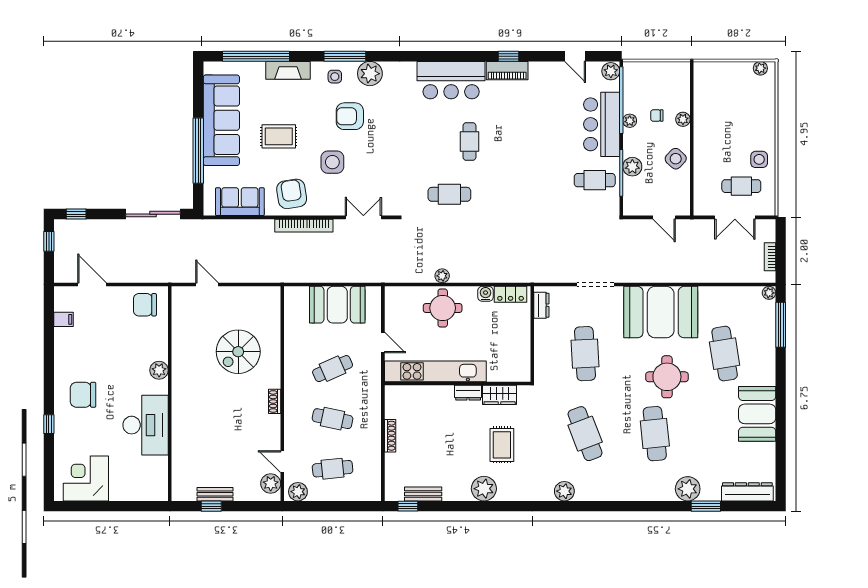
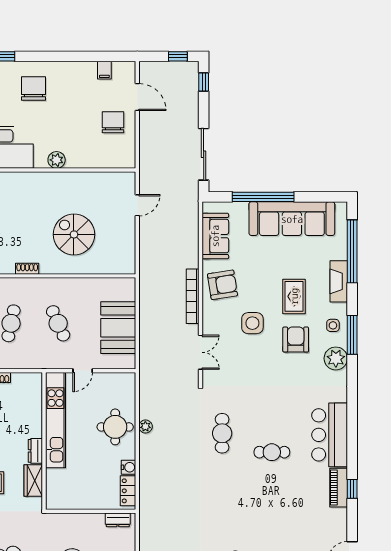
rug: (279, 136) -> (294, 296), moved
door: (92, 284) -> (137, 97), hinge flipped
chair: (145, 305) -> (113, 122), moved

